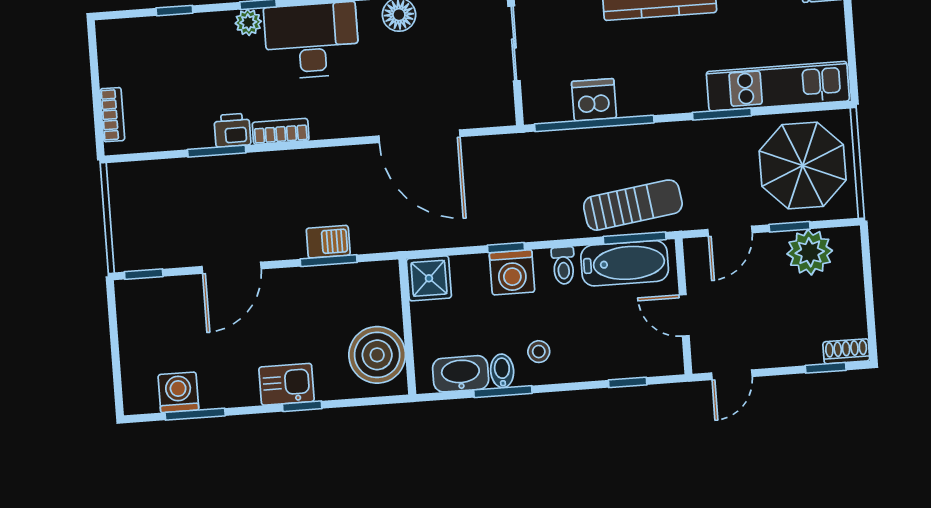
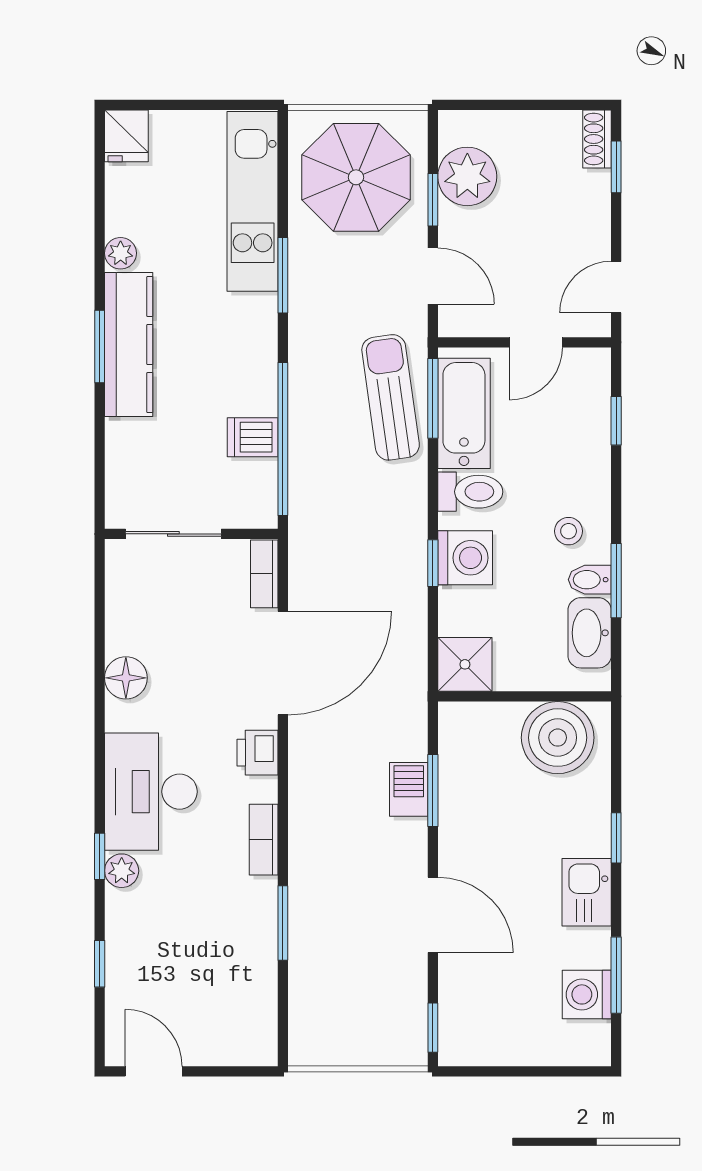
door: (94, 59) -> (154, 1071), added
dishwasher: (594, 100) -> (253, 437), width x0.73
bookcase: (112, 115) -> (264, 574), moved, turned -90
printer: (232, 130) -> (258, 753), moved
toilet: (563, 266) -> (470, 492), width x1.37, depth x1.39
door: (732, 375) -> (616, 287), swing flipped
kitchen sink: (287, 384) -> (587, 892), moved

